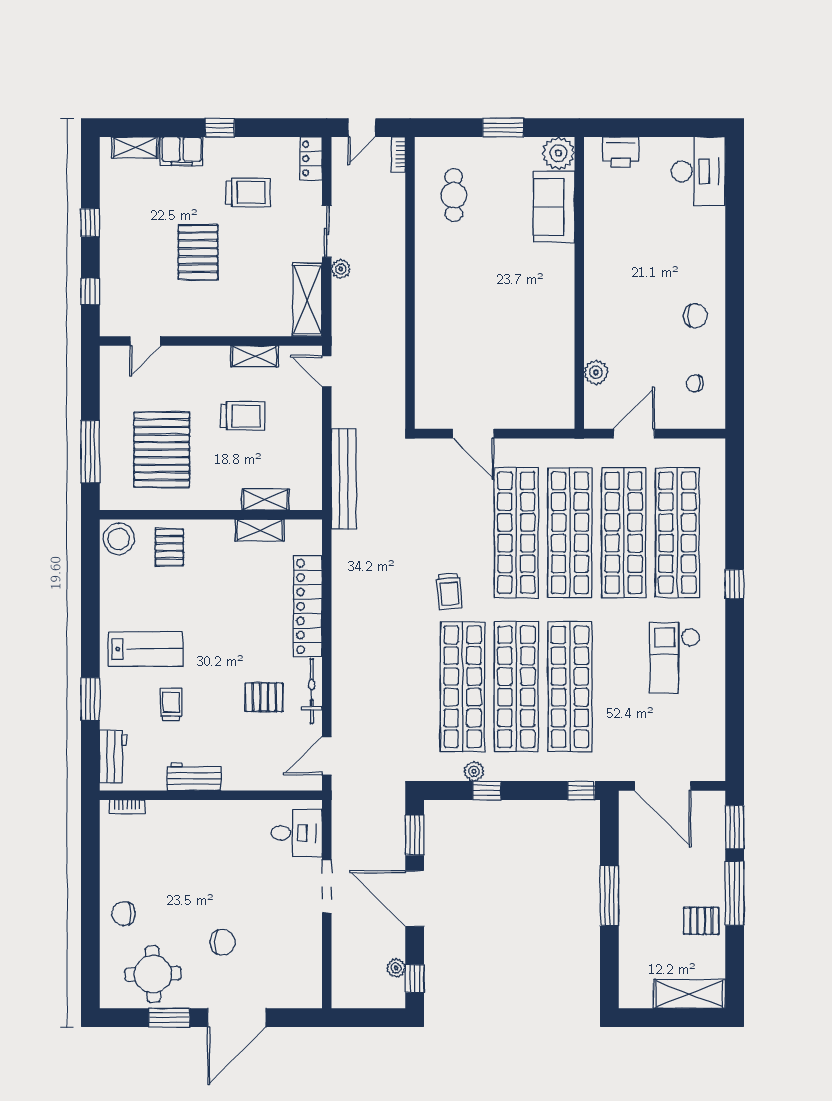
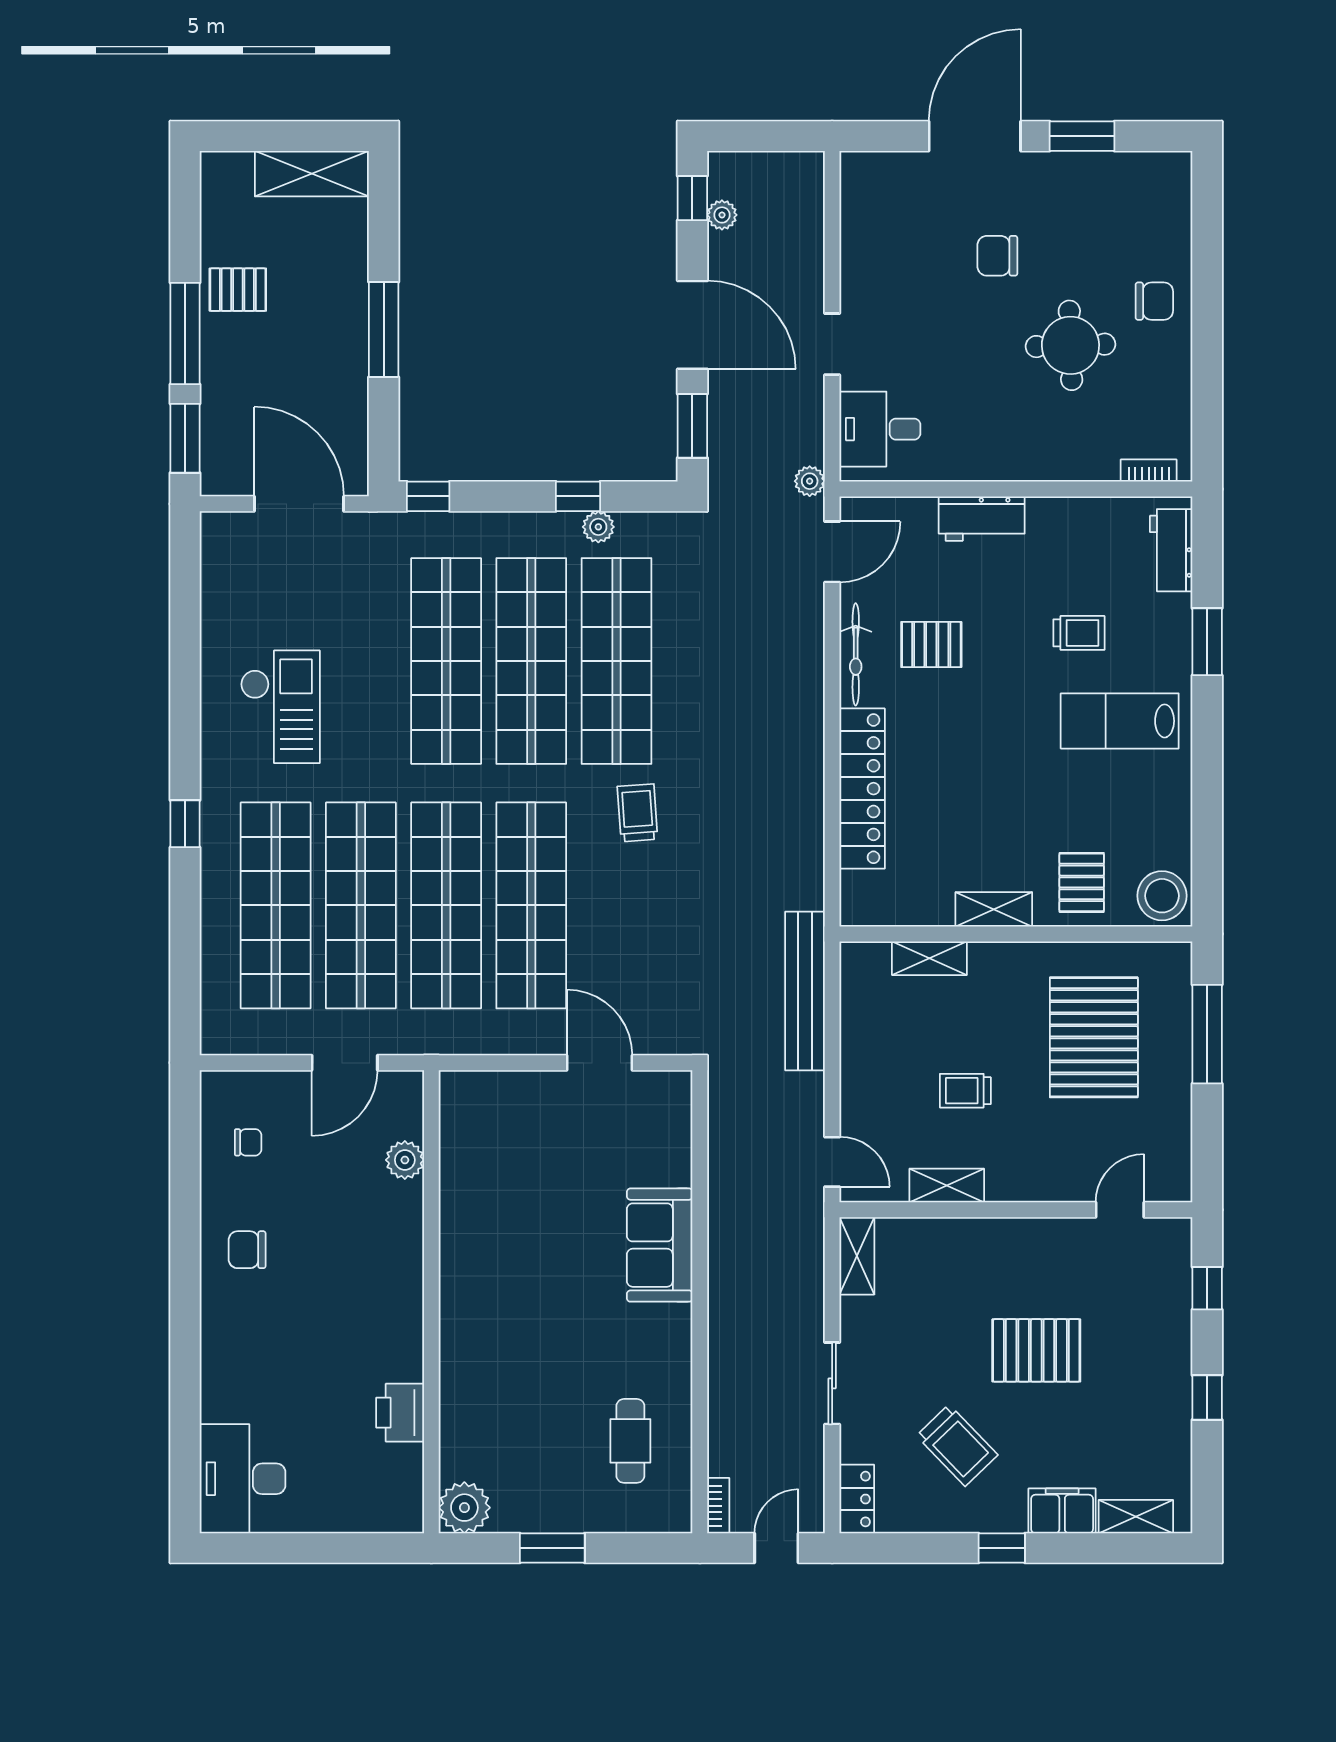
printer: (621, 152) -> (400, 1413), moved, turned -90
trolley: (248, 192) -> (957, 1445), turned -134
sofa: (554, 207) -> (660, 1245), moved, turned 180
pallet: (198, 252) -> (1036, 1350), turned 90
plant: (341, 269) -> (810, 481), moved
shelving: (307, 300) -> (857, 1256), width x0.67, depth x0.75
trolley: (243, 416) -> (965, 1091), width x0.73, depth x0.72
shelving: (260, 530) -> (994, 909), moved
trolley: (171, 704) -> (1079, 633), turned -90
workbench: (194, 777) -> (982, 519), moved
doorway: (327, 887) -> (832, 344), width x0.73
round table: (153, 974) -> (1070, 345), moved
shelving: (689, 994) -> (312, 174), moved

